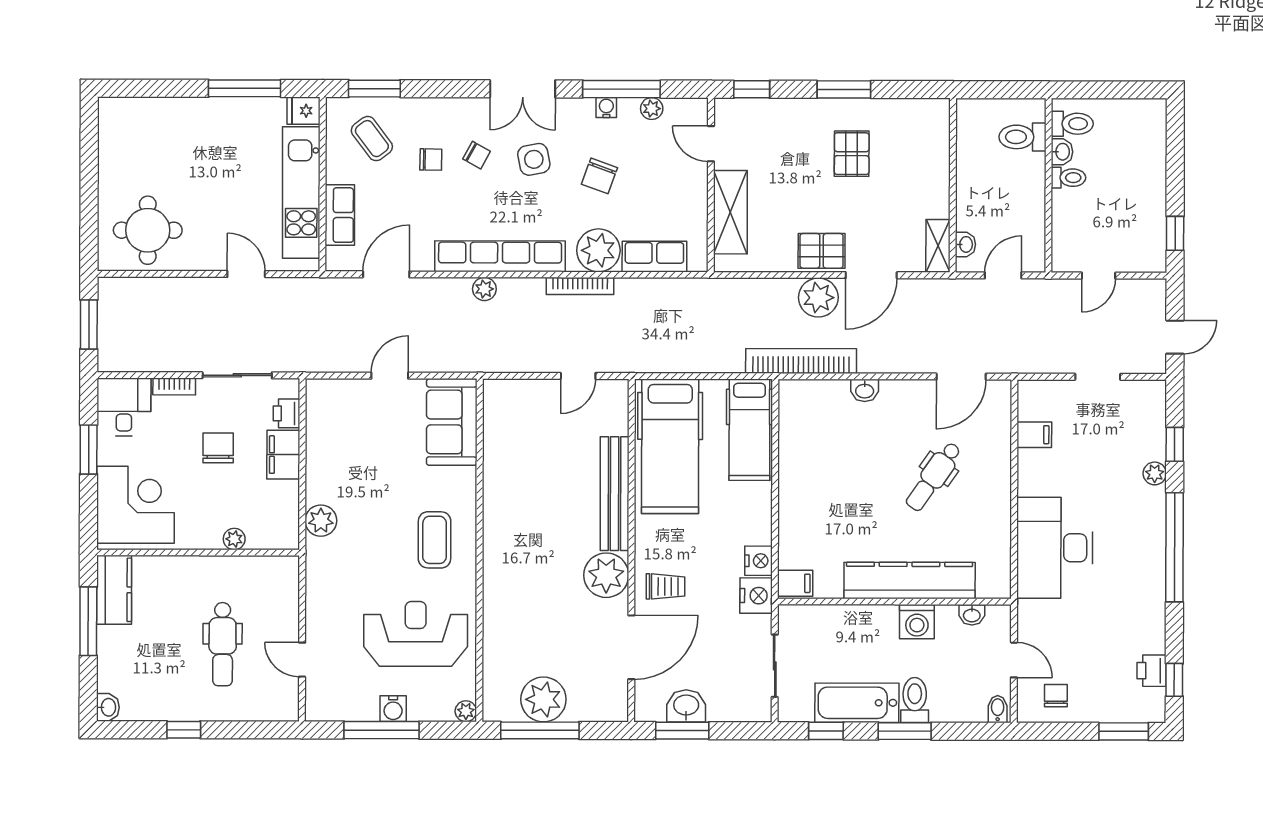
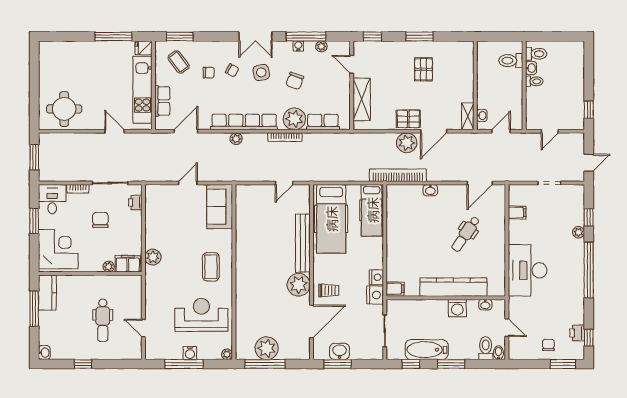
filing cabinet: (283, 455) -> (128, 264), moved, turned 90
chair: (1056, 696) -> (548, 345), moved
toilet: (915, 700) -> (486, 348), moved

